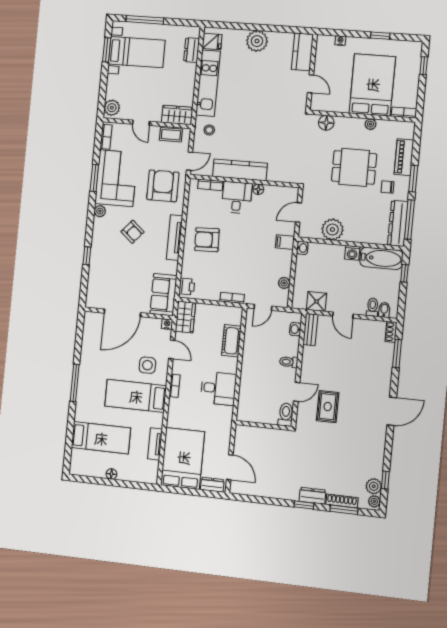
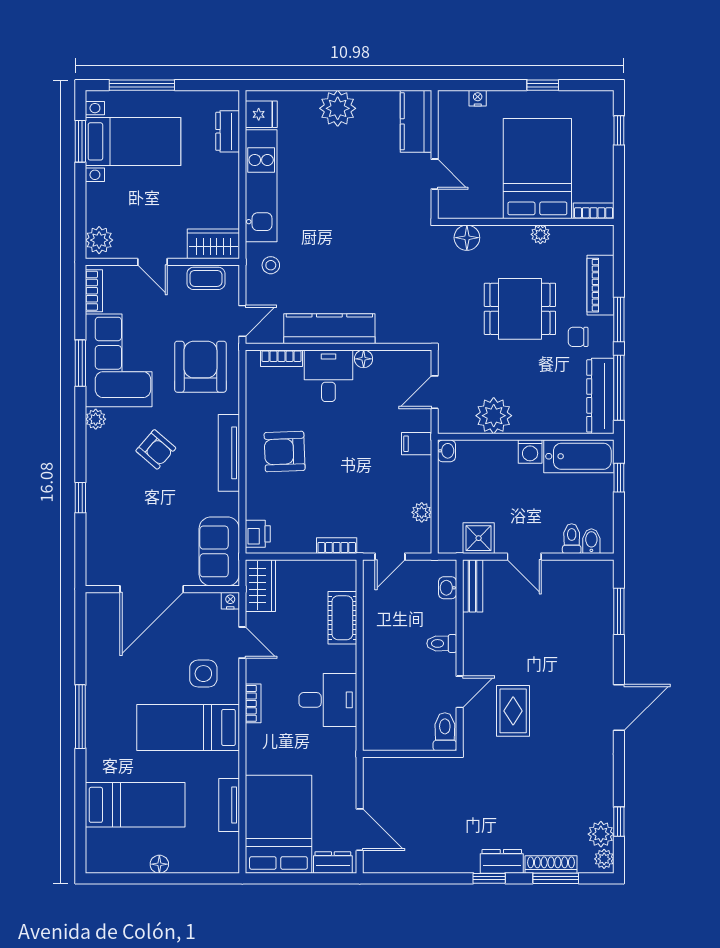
shoe rack: (391, 332) -> (606, 577), removed

